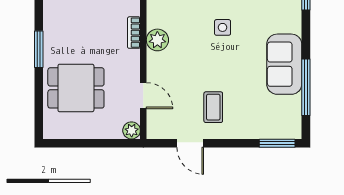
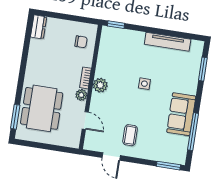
window: (39, 49) -> (15, 117), moved
dining table: (76, 88) -> (42, 108), width x1.38
plant: (132, 130) -> (81, 95), moved

